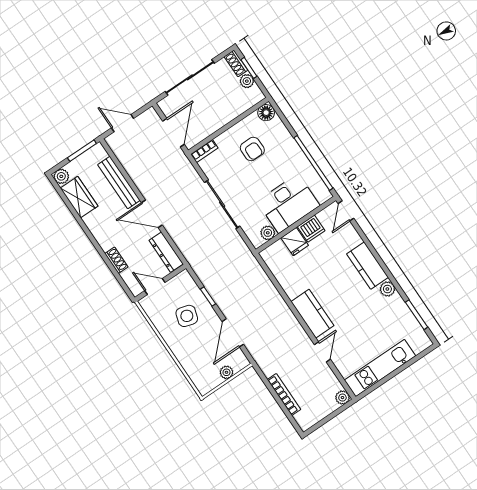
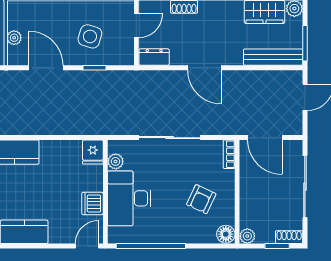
plant: (247, 81) -> (247, 236), moved
armchair: (252, 149) -> (201, 199), turned -65
bench: (119, 183) -> (273, 57), moved
door: (346, 211) -> (87, 246), hinge flipped
door: (152, 214) -> (204, 68), swing flipped
fridge: (295, 242) -> (93, 152), moved, turned -90
dresser: (166, 252) -> (154, 57), width x0.70

